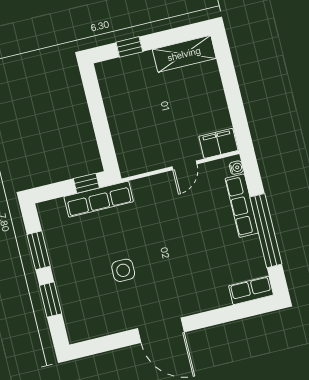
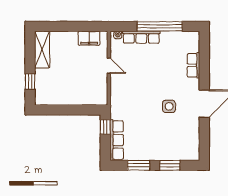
filing cabinet: (218, 143) -> (89, 38), moved, turned -90
row of seats: (99, 199) -> (117, 140), moved
side table: (123, 270) -> (169, 106), moved
row of seats: (251, 290) -> (193, 65), moved

